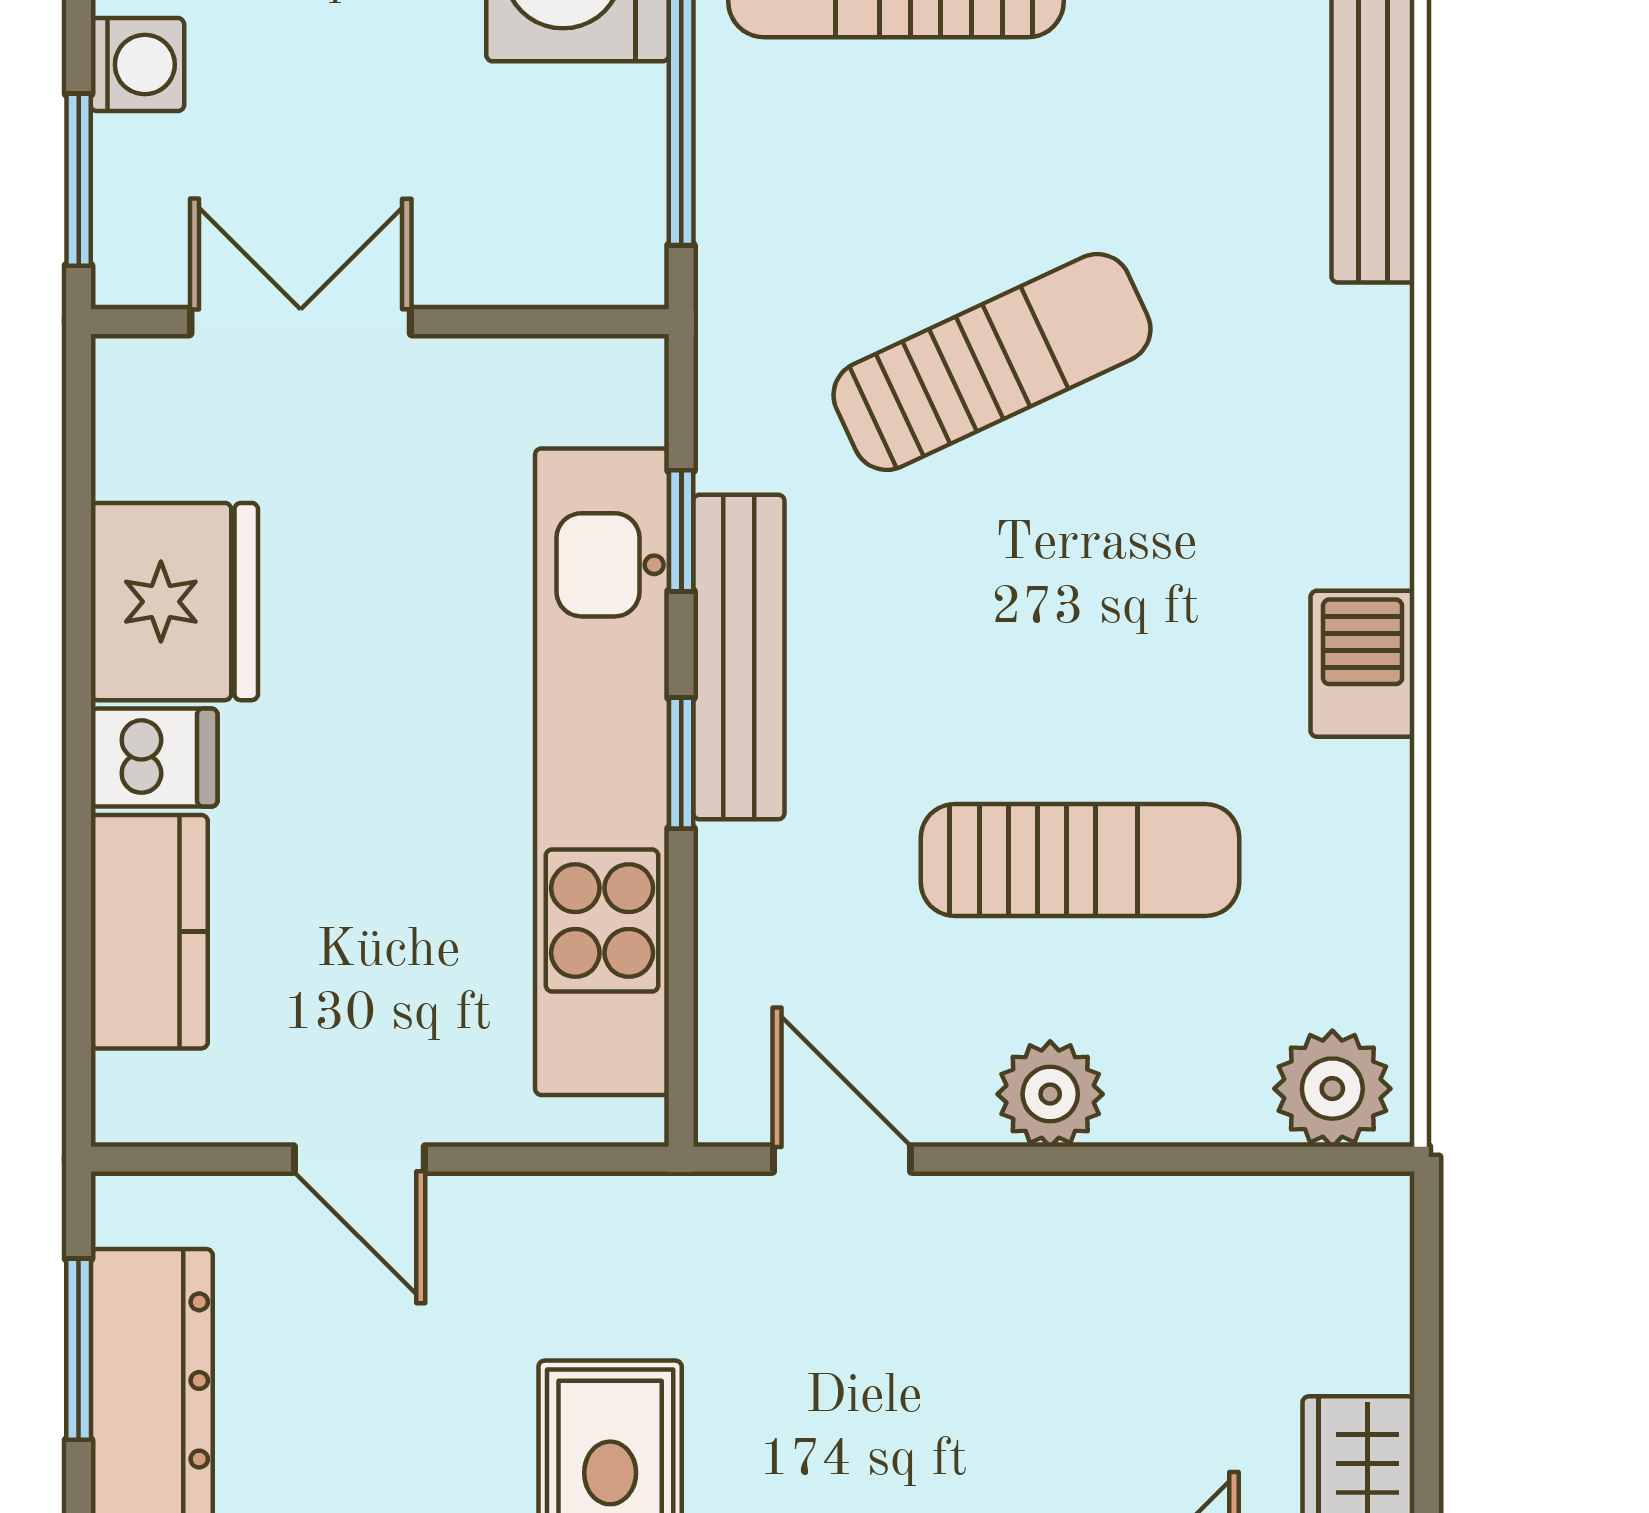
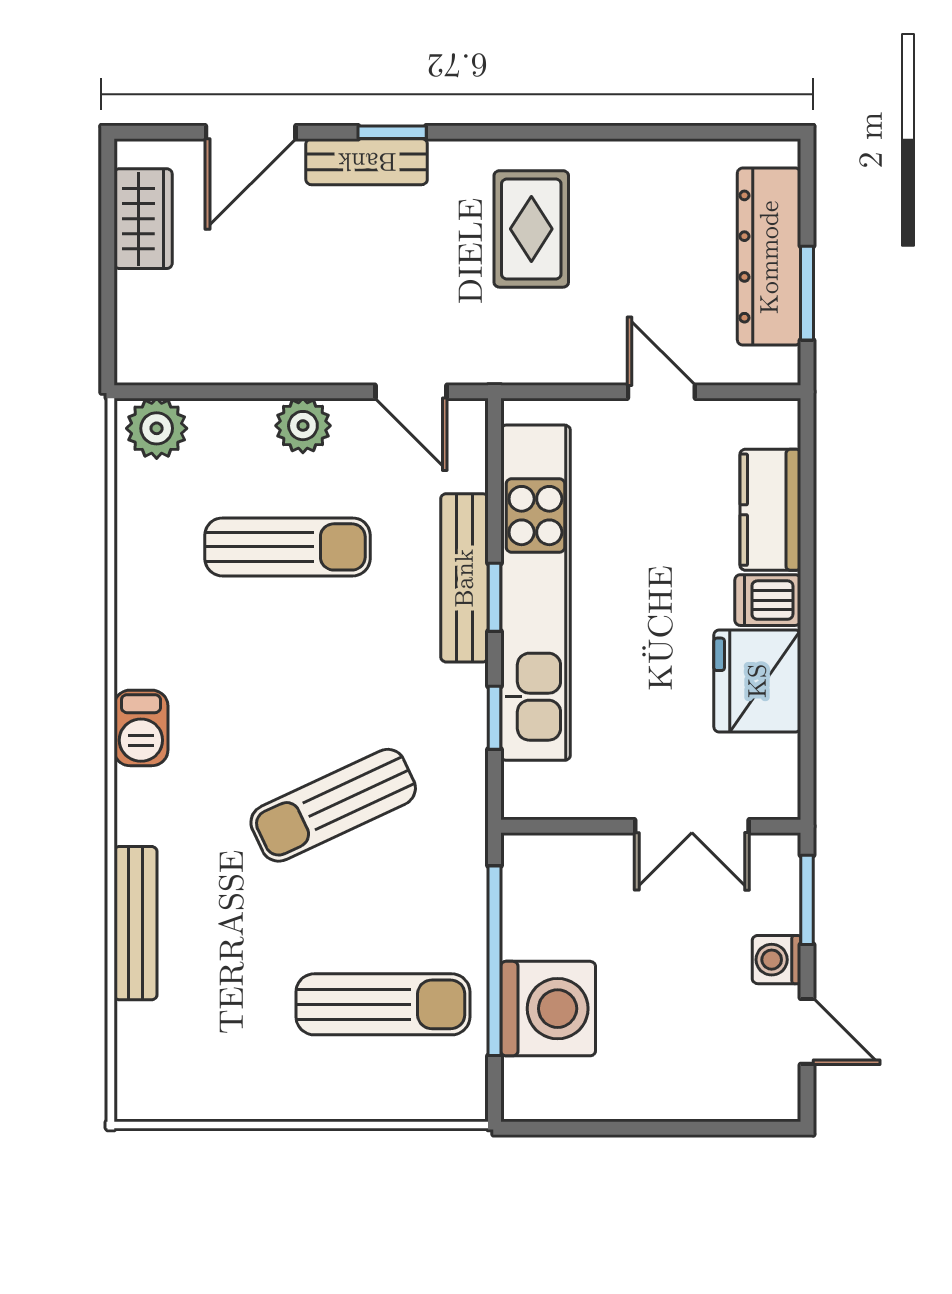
bench: (739, 657) -> (464, 578), moved
barbecue: (1363, 664) -> (141, 728), moved
sun lounger: (1080, 860) -> (287, 547), turned 180

